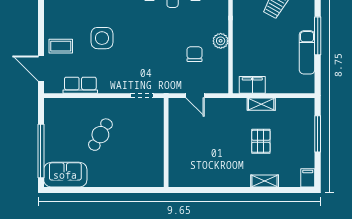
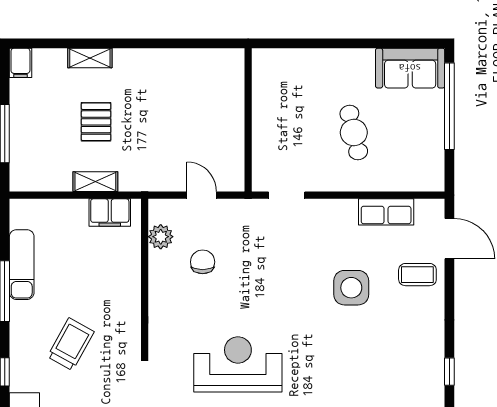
plant: (221, 41) -> (161, 237), moved
chair: (194, 54) -> (203, 262), turned 180
cafe table: (100, 135) -> (354, 133), turned -43

